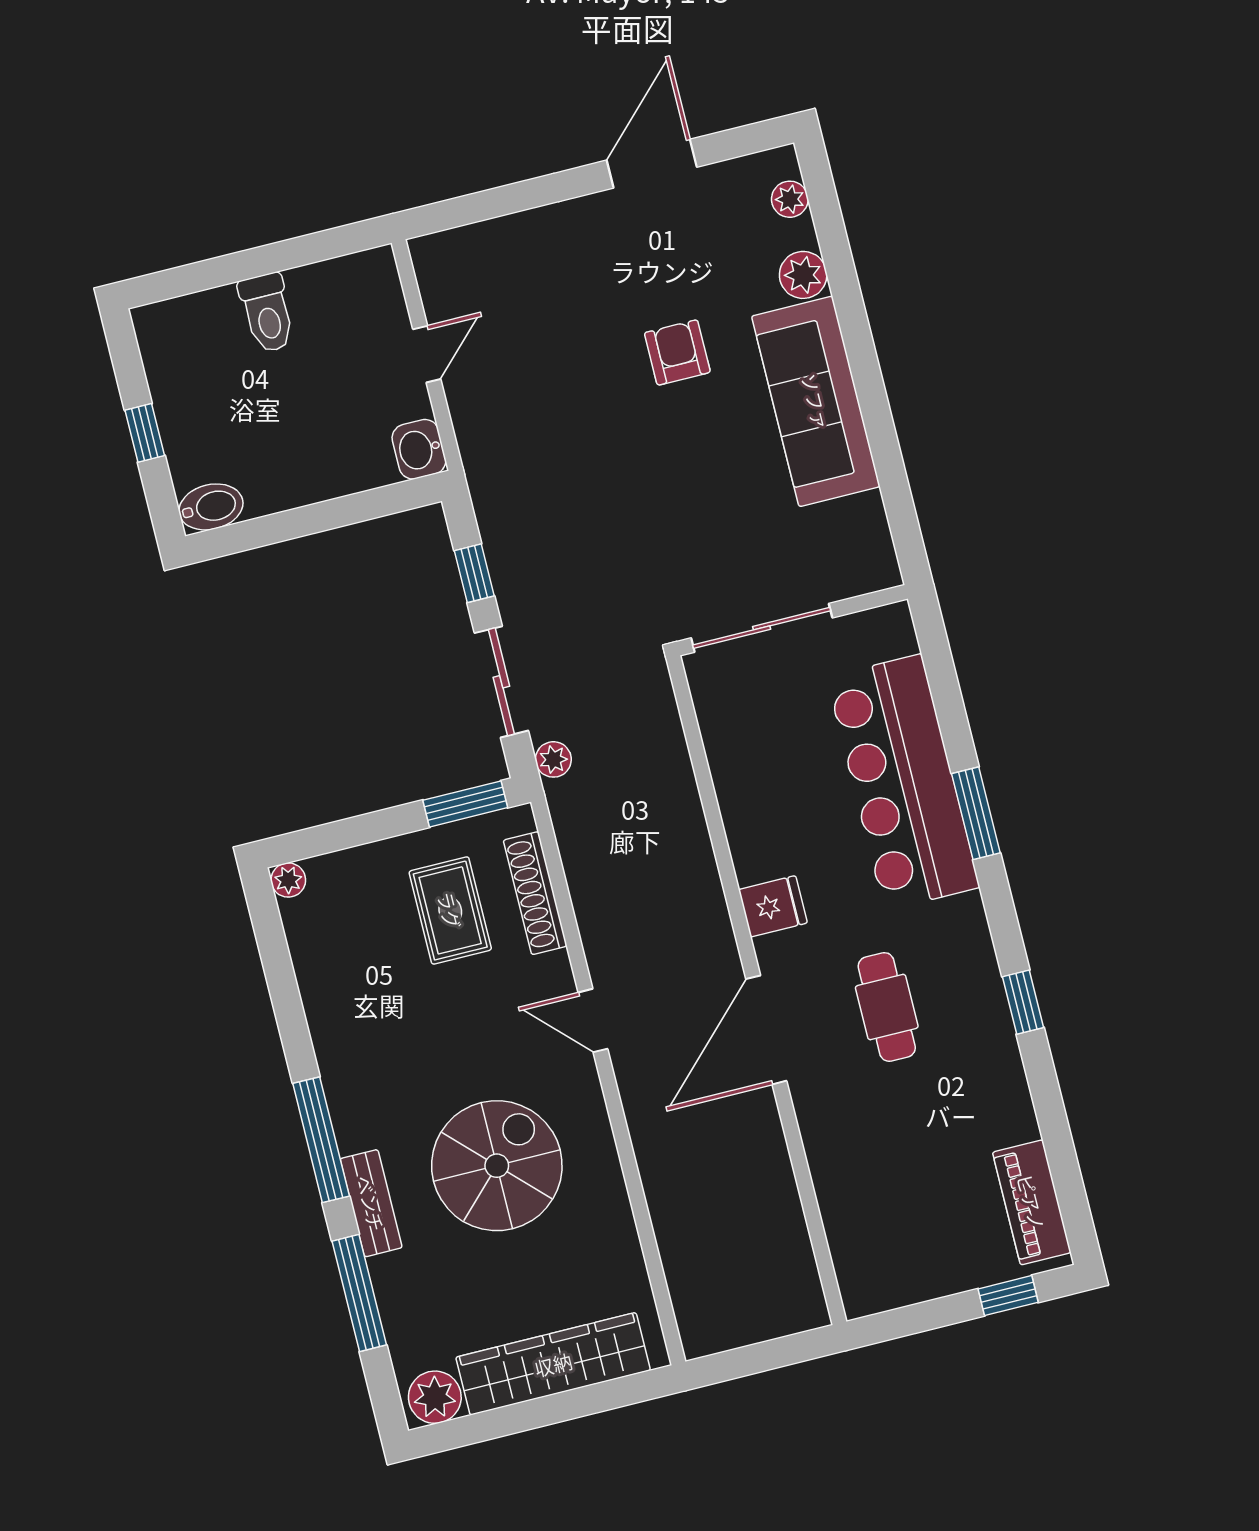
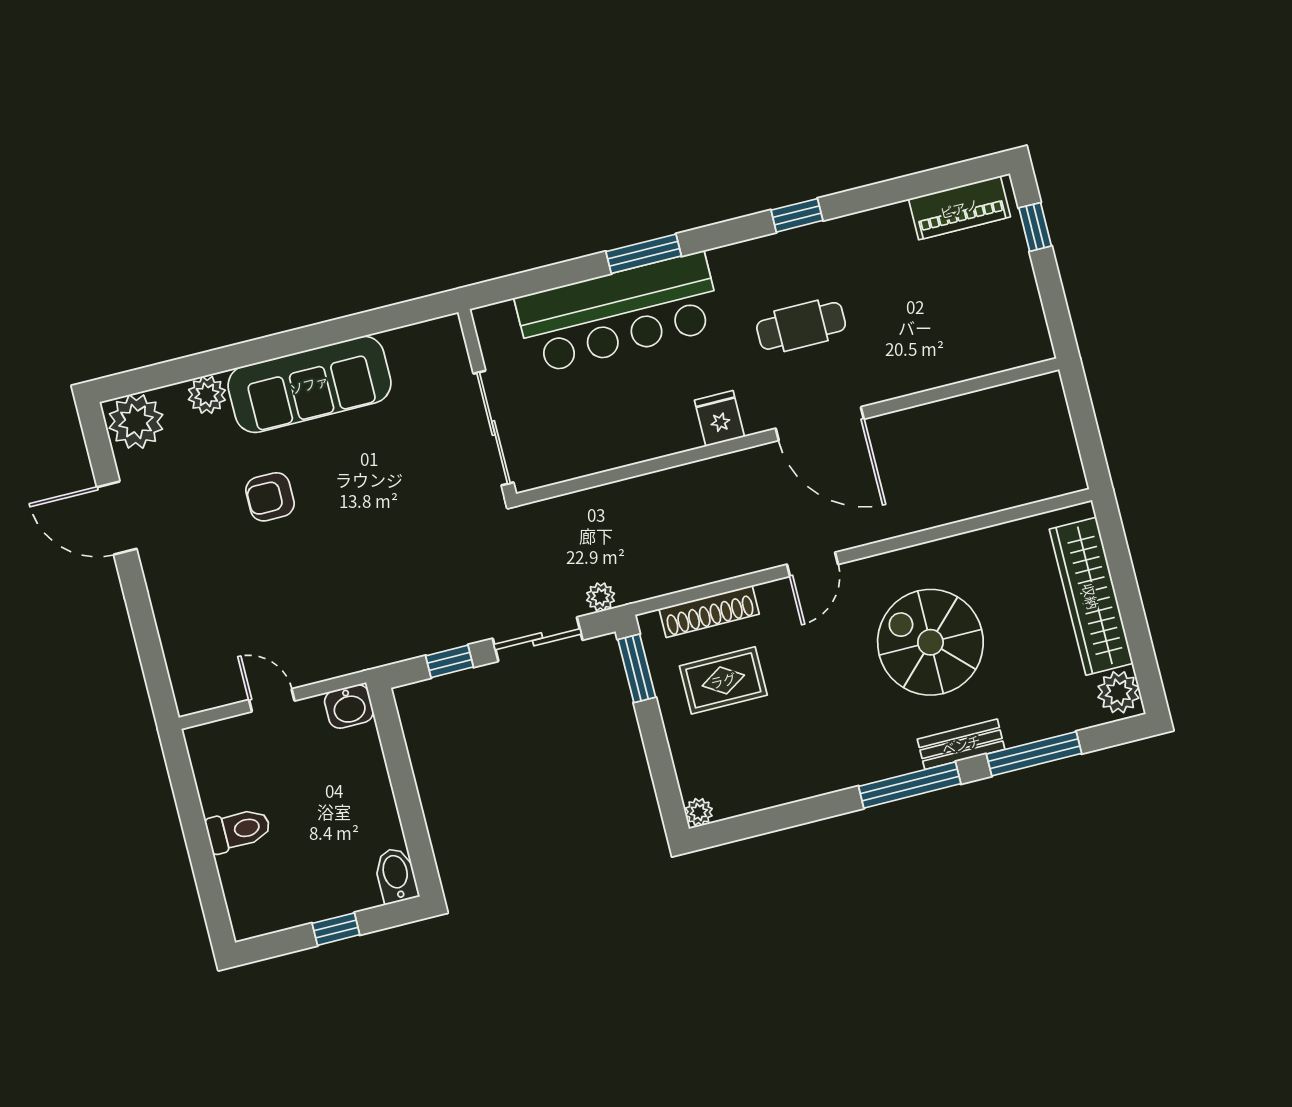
plant: (790, 199) -> (136, 421), width x1.88, depth x1.88

